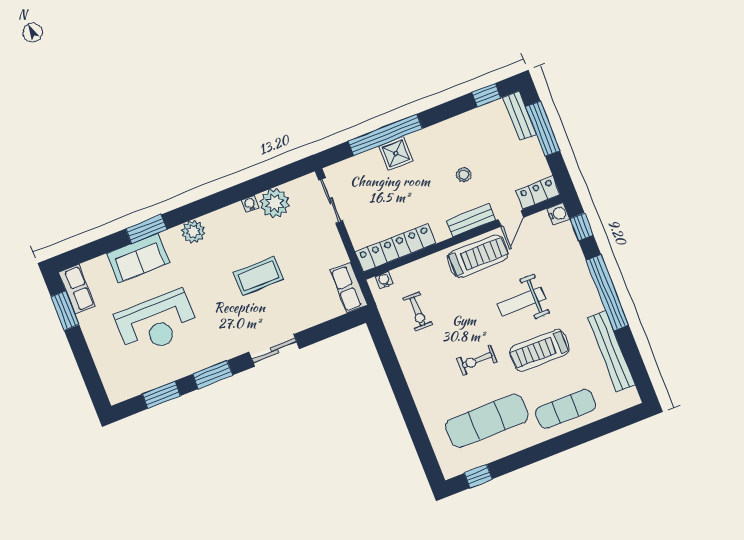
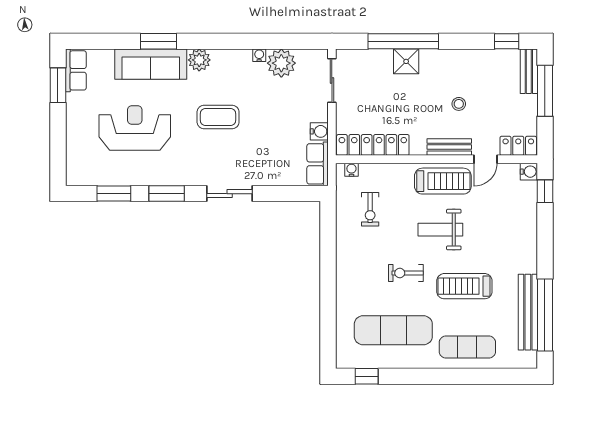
water cooler: (338, 255) -> (319, 131), added
sofa: (138, 258) -> (151, 64), width x1.36
coffee table: (258, 276) -> (218, 117), moved
window: (607, 293) -> (545, 315), moved
weight bench: (522, 301) -> (440, 230), moved
reception desk: (156, 323) -> (135, 128), turned 180

